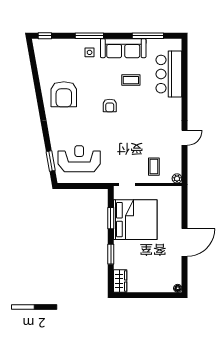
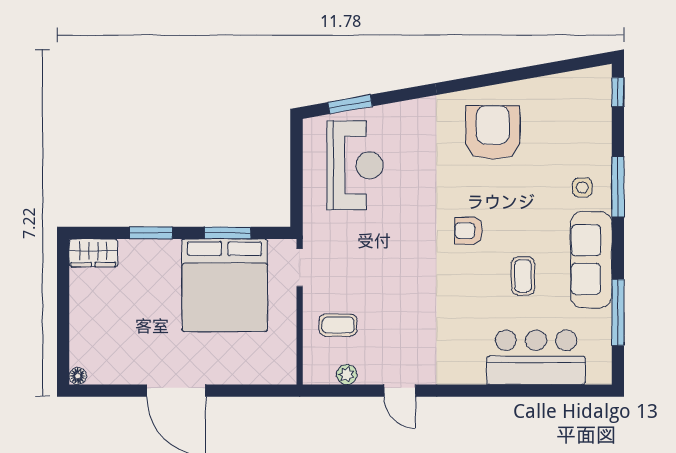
armchair: (64, 94) -> (493, 132), turned 90
plant: (177, 178) -> (347, 375), moved

